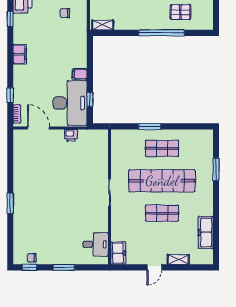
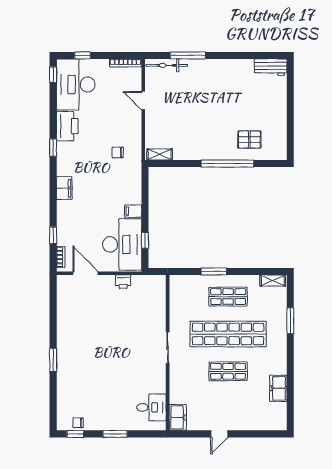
chair: (65, 13) -> (118, 152), moved
freezer: (206, 232) -> (278, 388), width x0.71
shelving: (178, 259) -> (273, 280), moved

